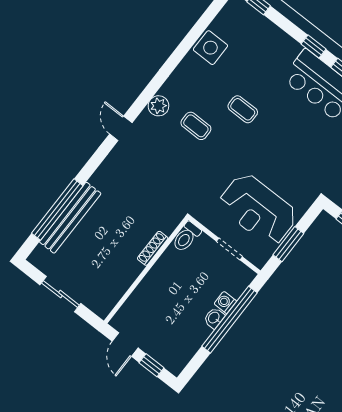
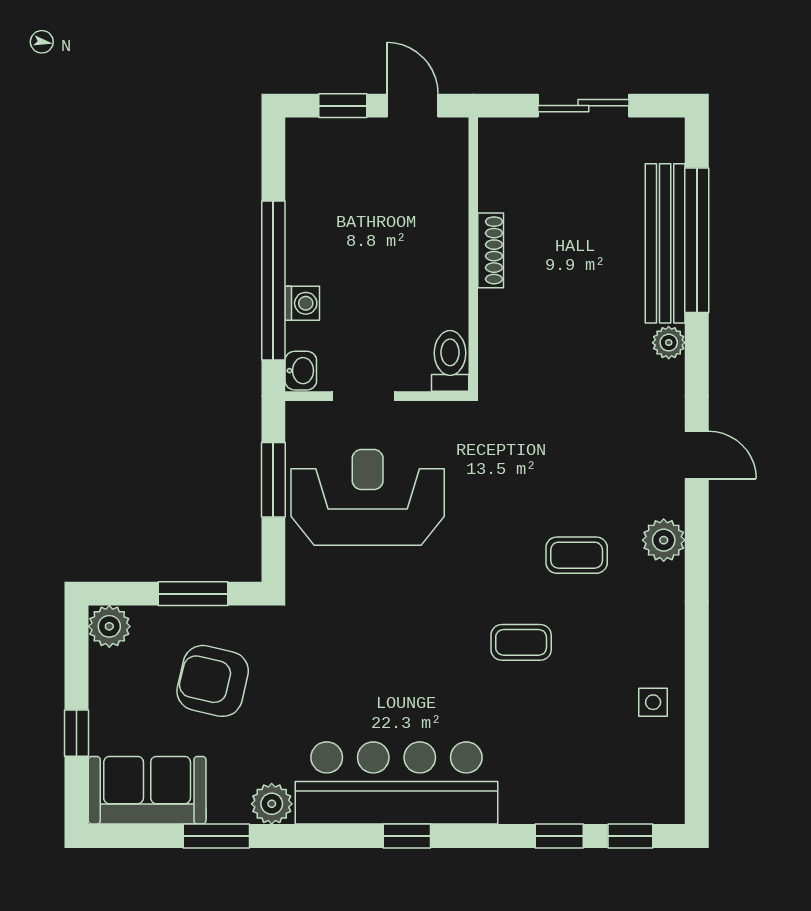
window: (314, 47) -> (559, 836), moved
side table: (210, 48) -> (653, 702), width x0.54, depth x0.54
plant: (98, 179) -> (669, 343), added
shoe rack: (153, 248) -> (491, 250), moved
washbasin: (214, 318) -> (301, 371), moved

